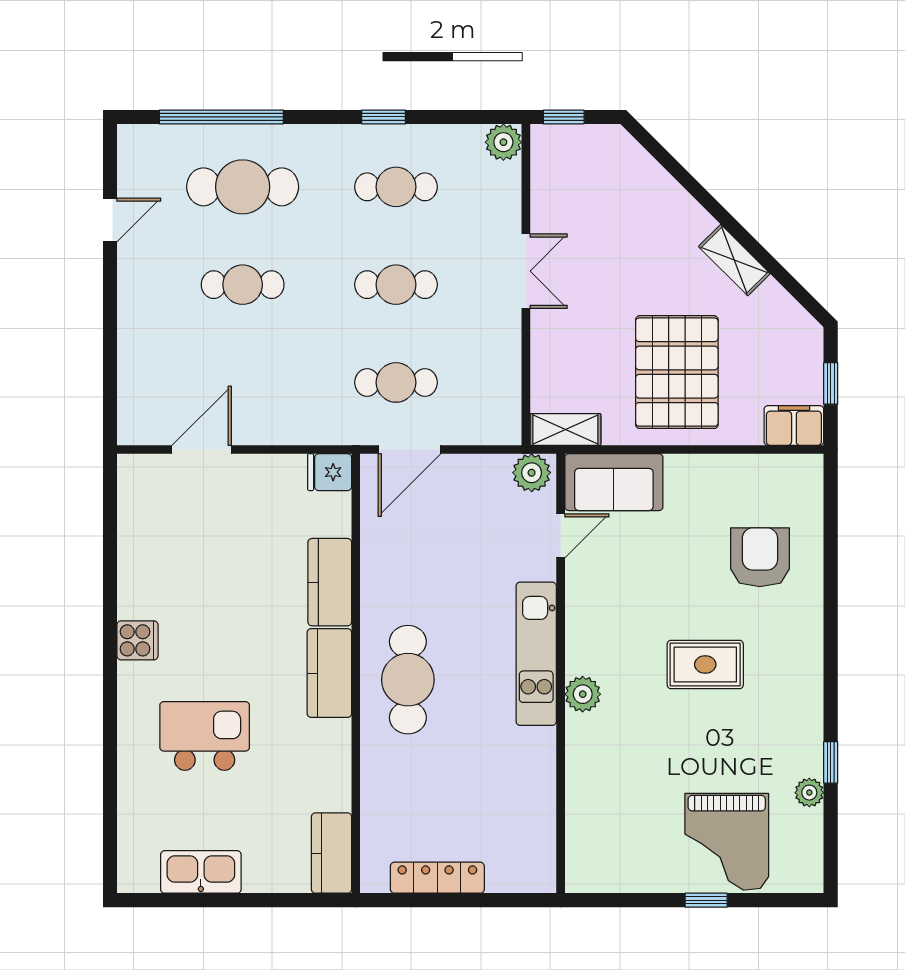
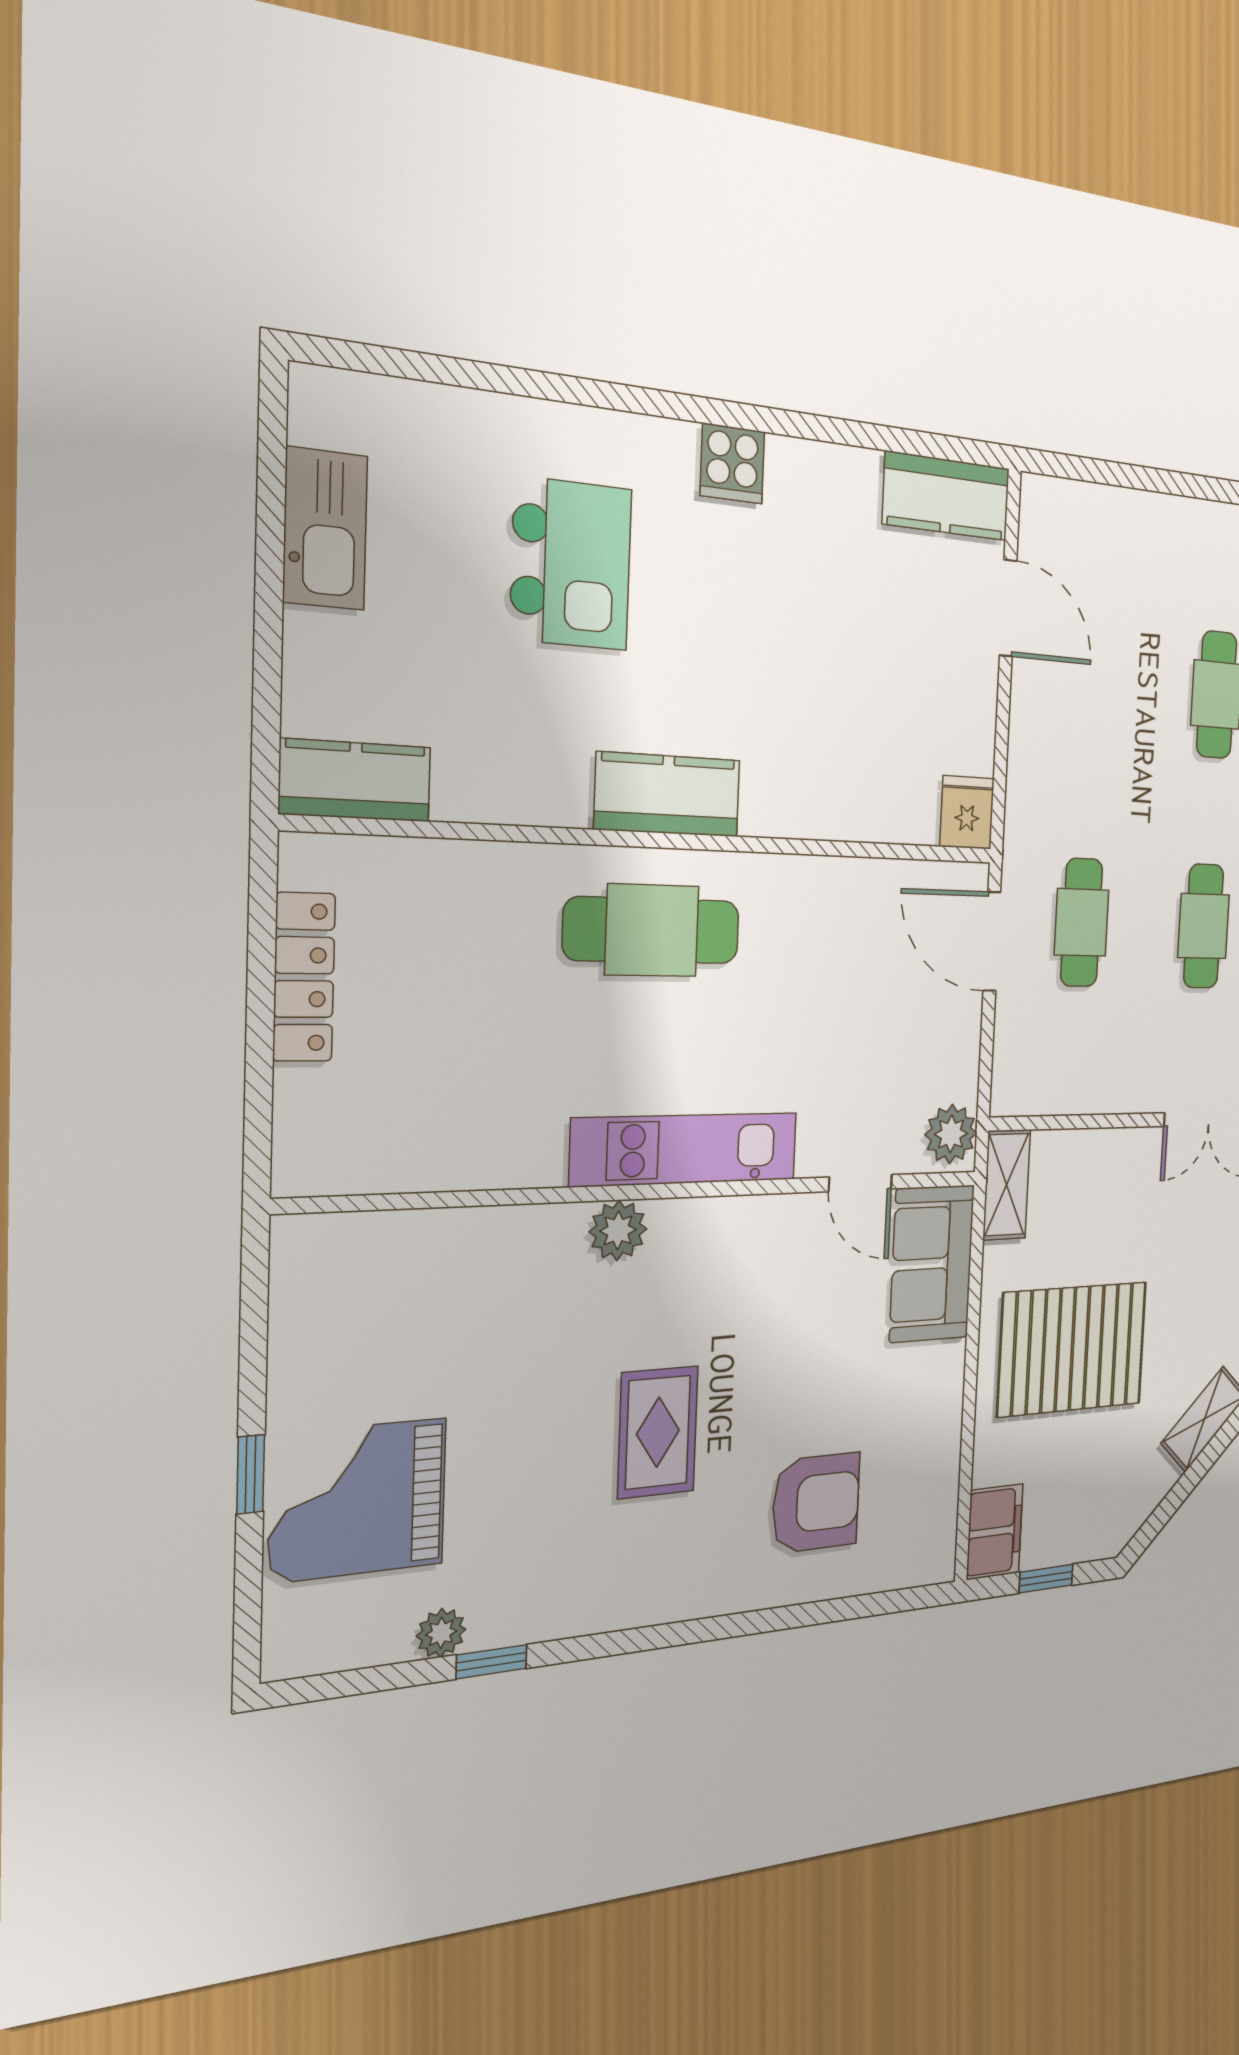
kitchen counter: (330, 582) -> (946, 496), moved, turned 180

